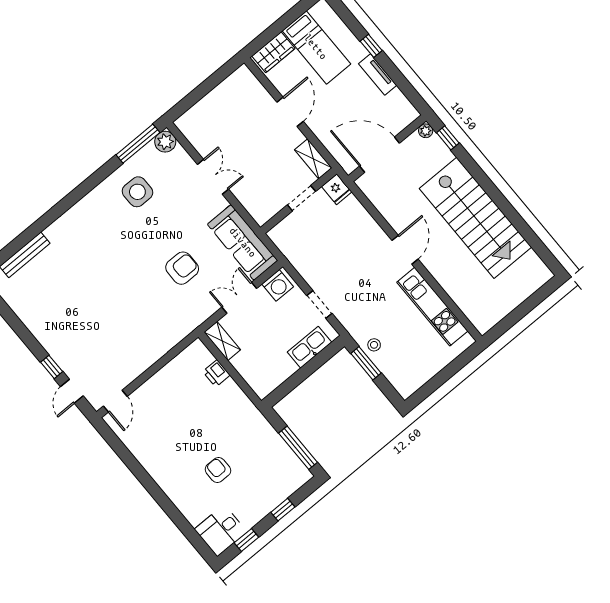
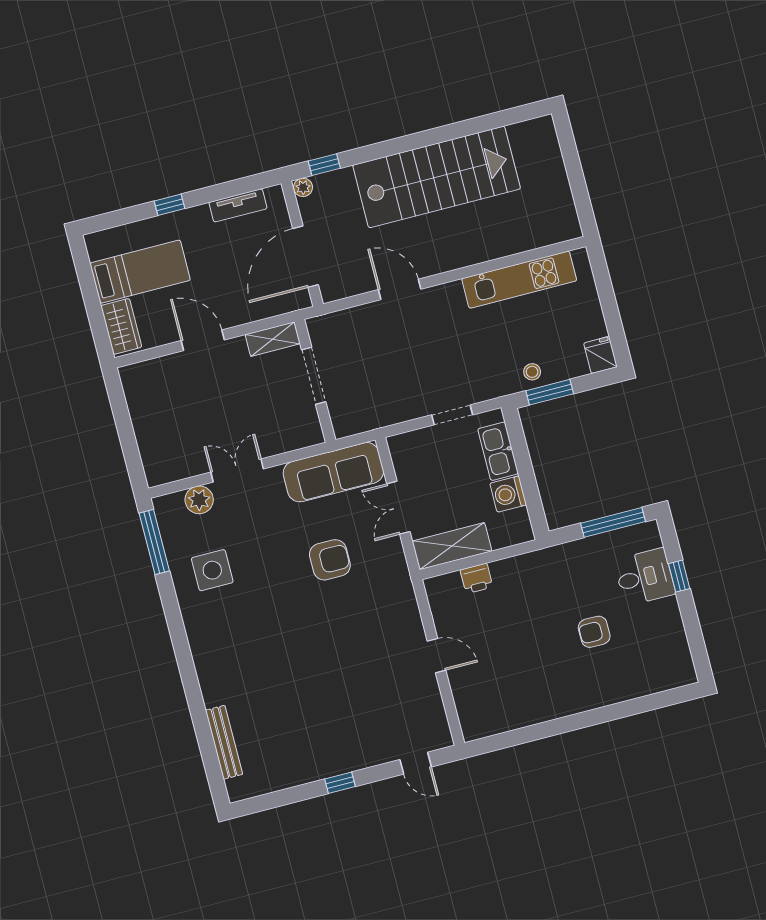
tv unit: (378, 75) -> (238, 205), moved
plant: (165, 142) -> (199, 500), moved
fridge: (337, 189) -> (600, 355), moved, turned -90
doorway: (302, 198) -> (314, 376), width x1.38
door: (405, 250) -> (400, 289), moved
armchair: (182, 268) -> (330, 560), turned 90
washing machine: (278, 285) -> (508, 494), moved, turned 180
shelving: (222, 341) -> (452, 546), width x1.50, depth x1.33
window: (52, 367) -> (340, 783), moved
door: (115, 401) -> (437, 656), moved
desk: (221, 531) -> (645, 577), moved, turned -90
window: (246, 540) -> (695, 637), removed

